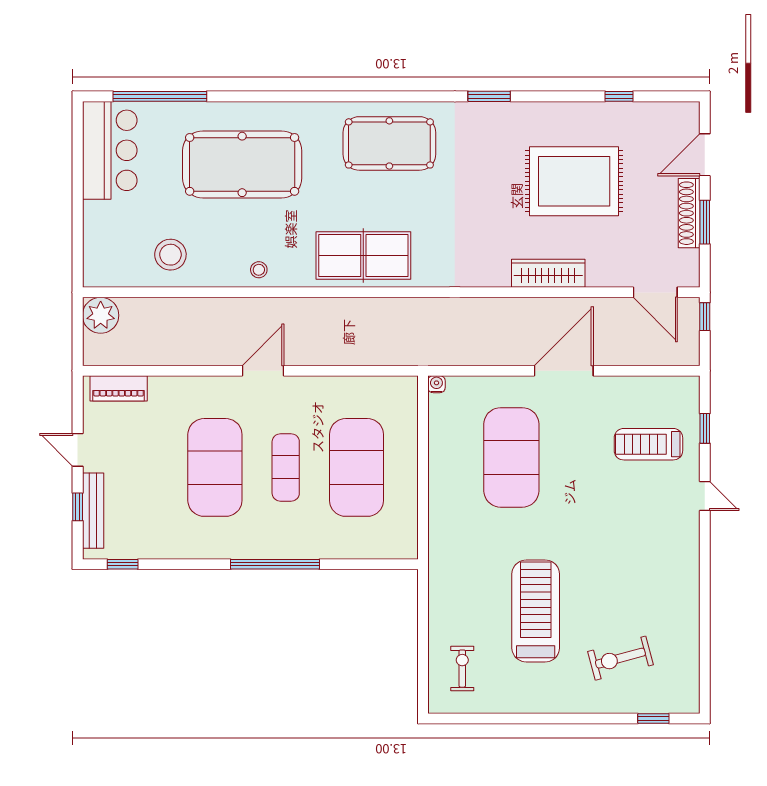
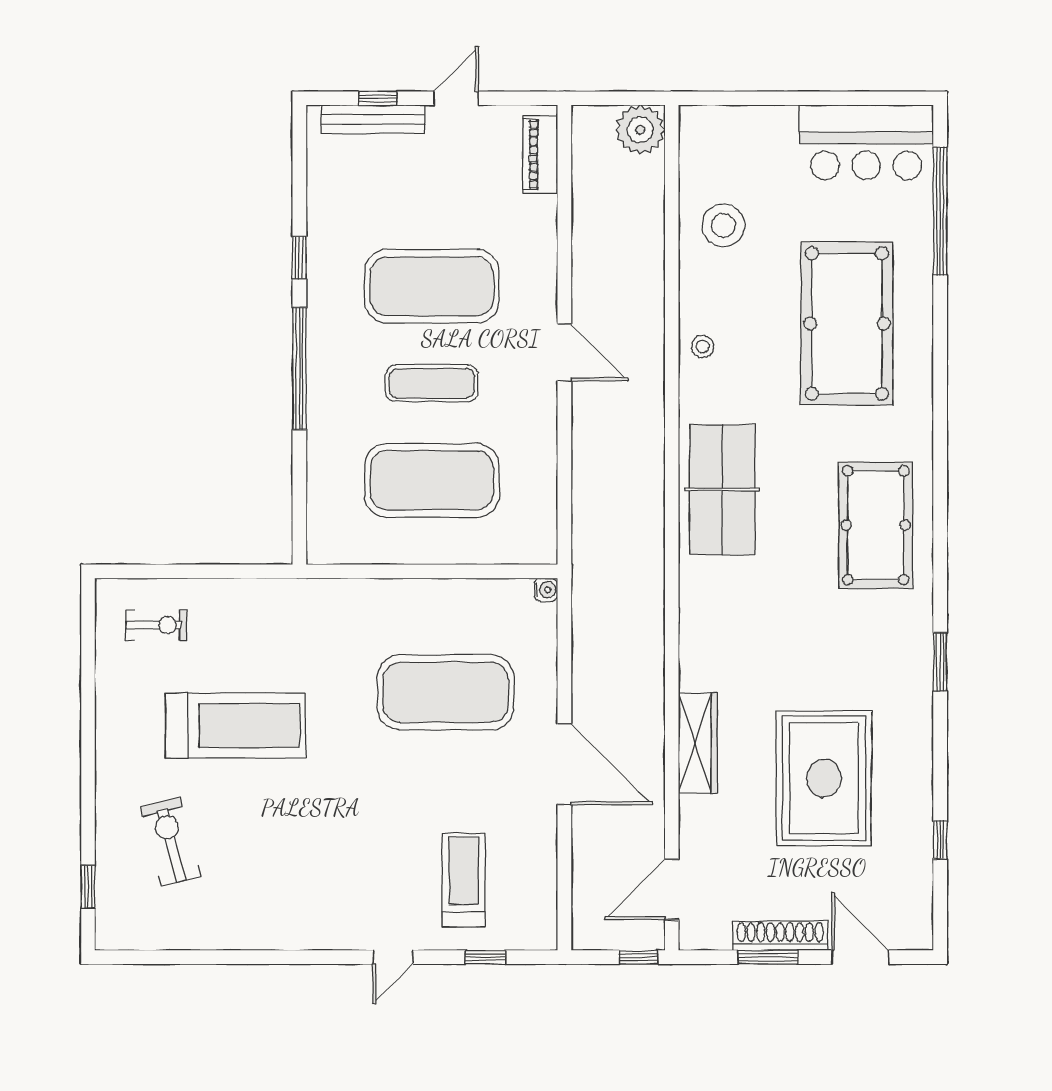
window: (123, 564) -> (299, 258), moved

